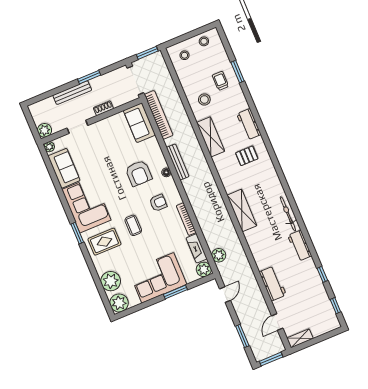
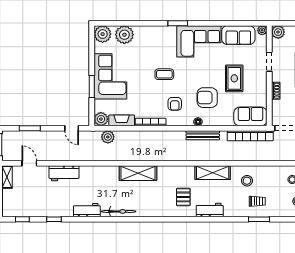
rug: (104, 242) -> (234, 78), moved

